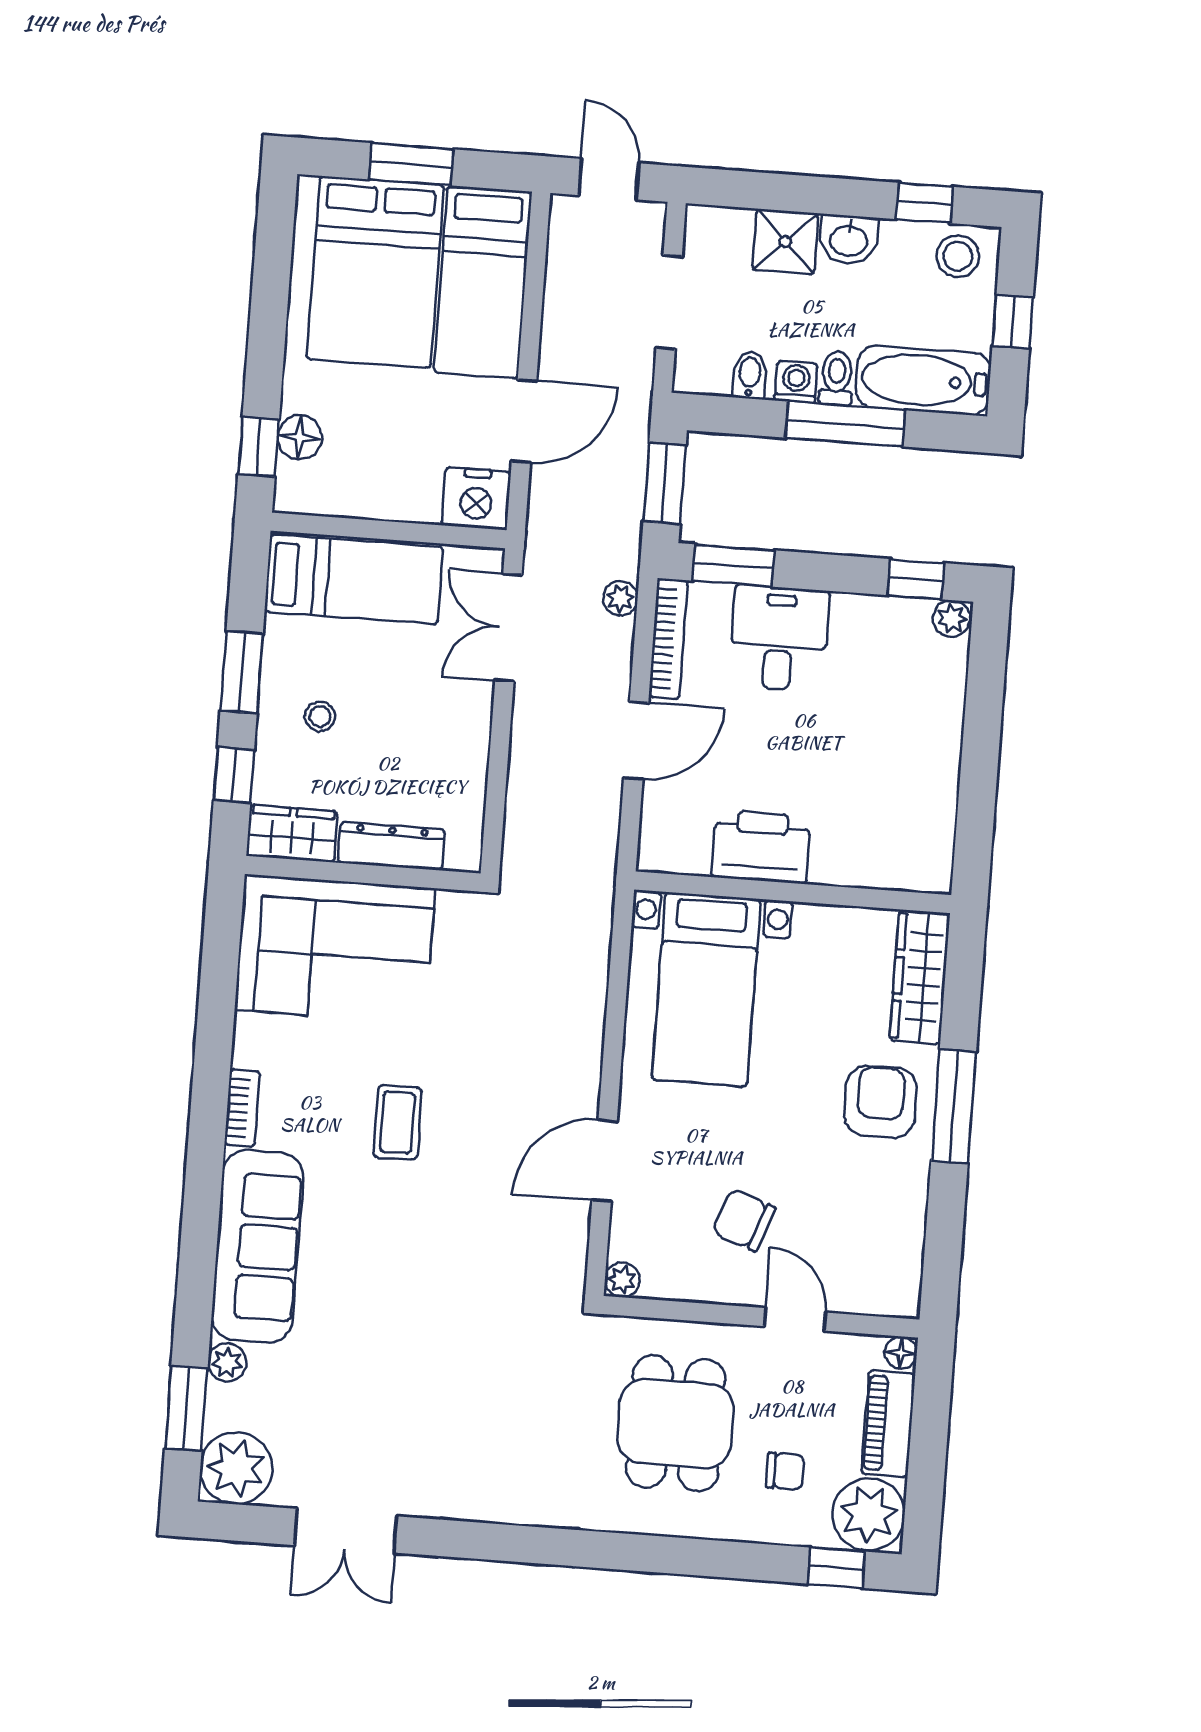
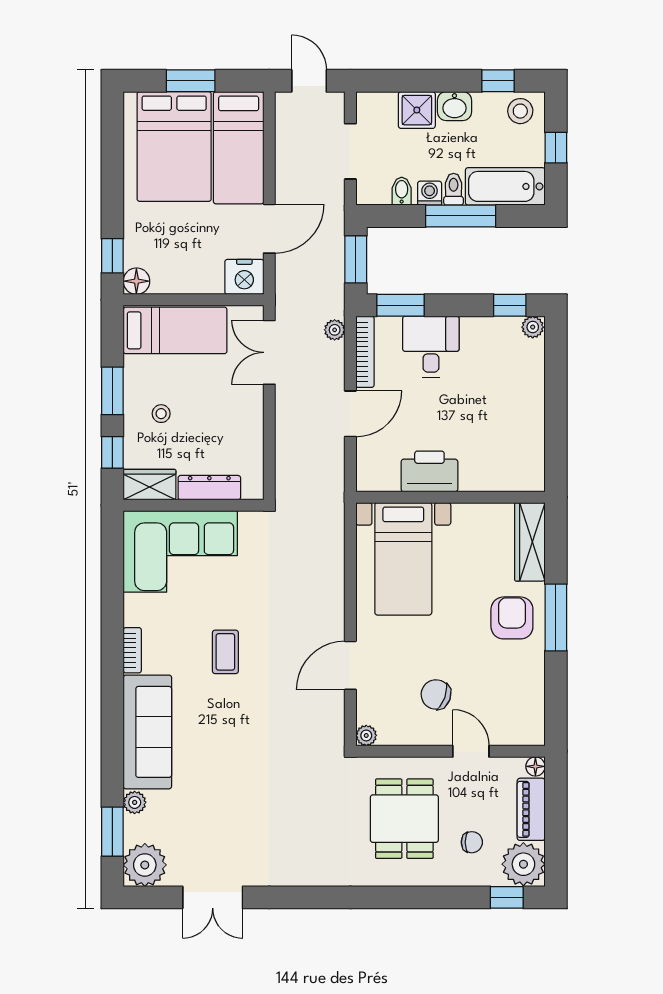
floor lamp: (300, 437) -> (136, 281), moved

